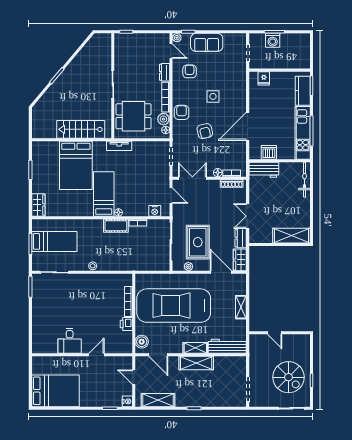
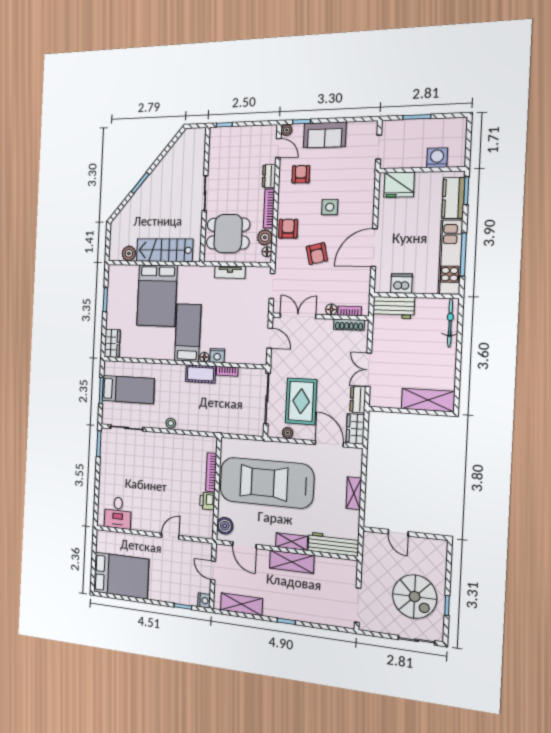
washing machine: (273, 40) -> (437, 158), moved, turned 180
fridge: (264, 78) -> (399, 185), width x1.88, depth x1.34
plant: (50, 132) -> (129, 253), added
tv unit: (119, 146) -> (230, 272), moved
nightstand: (155, 211) -> (217, 356), moved
desk: (70, 341) -> (118, 513), moved

